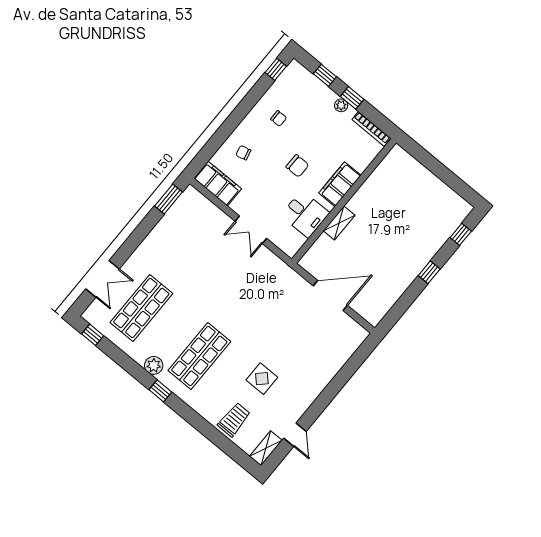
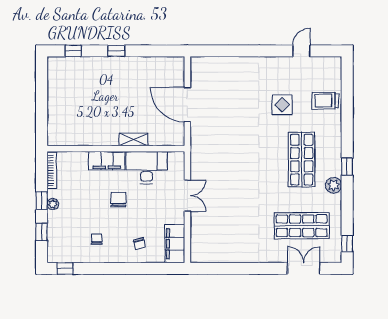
window: (168, 199) -> (213, 268), removed
desk: (305, 214) -> (147, 168), width x1.37
shop shelf: (199, 356) -> (302, 160), turned 90
shelving: (266, 448) -> (327, 63), removed

